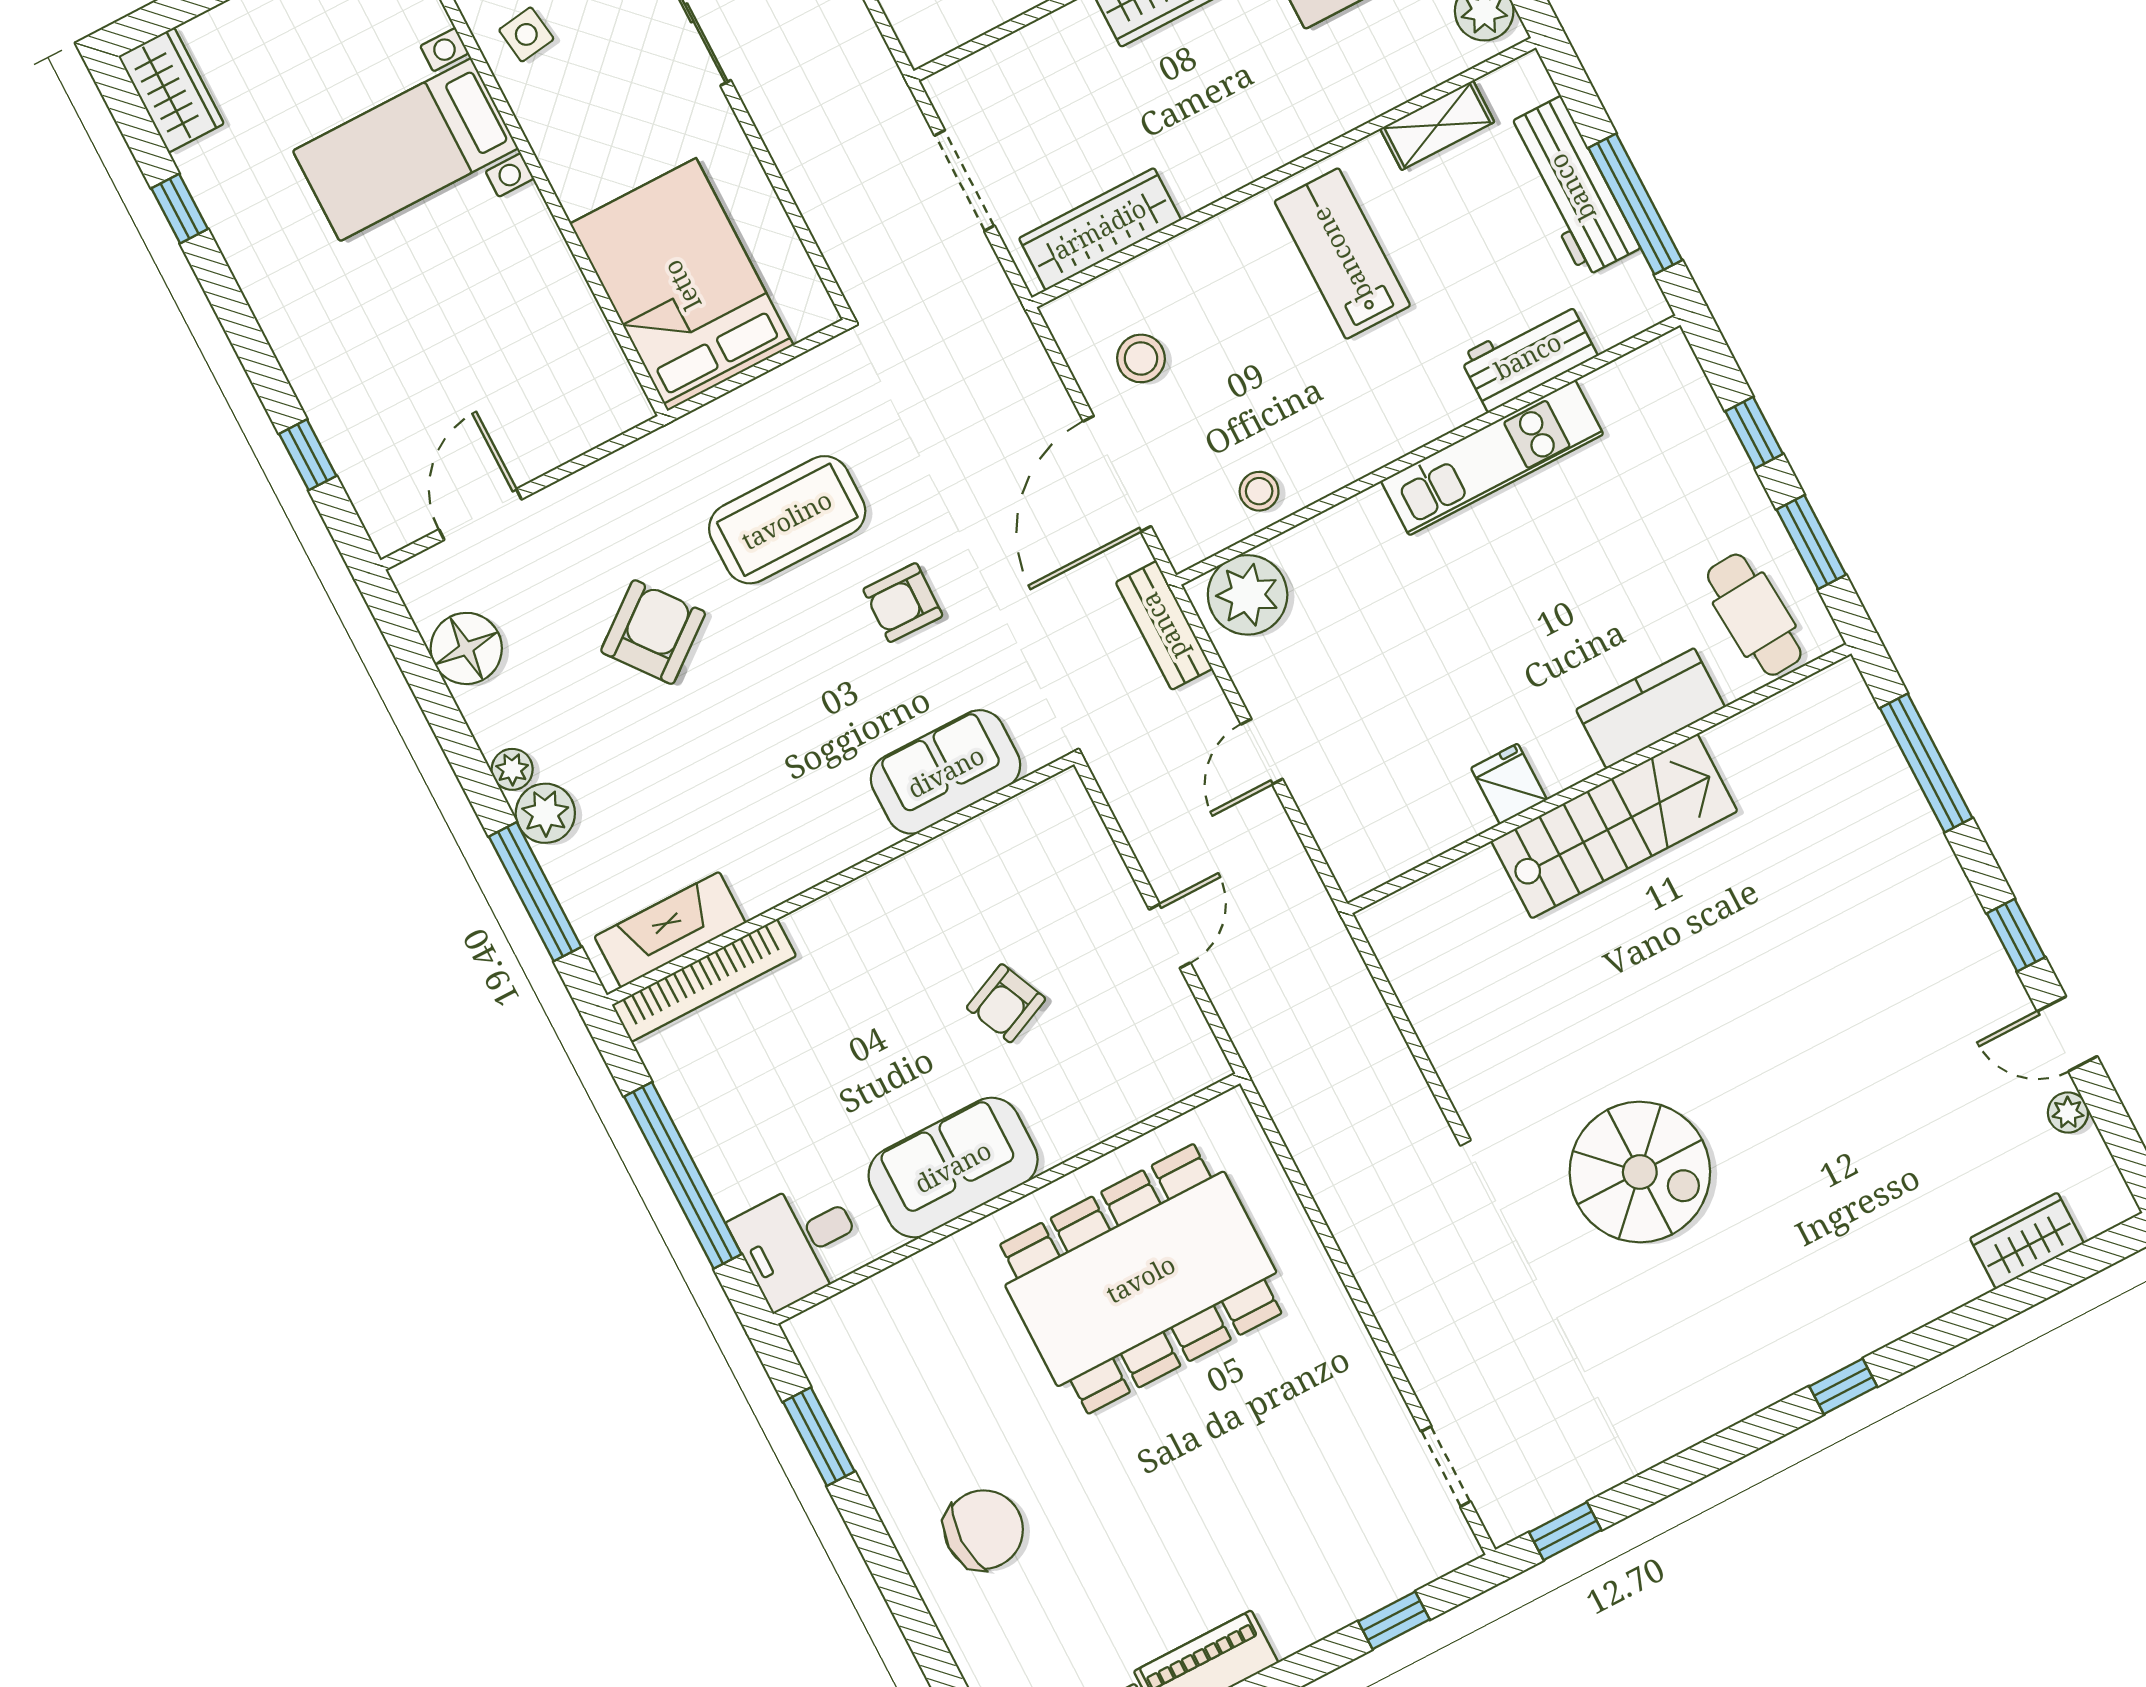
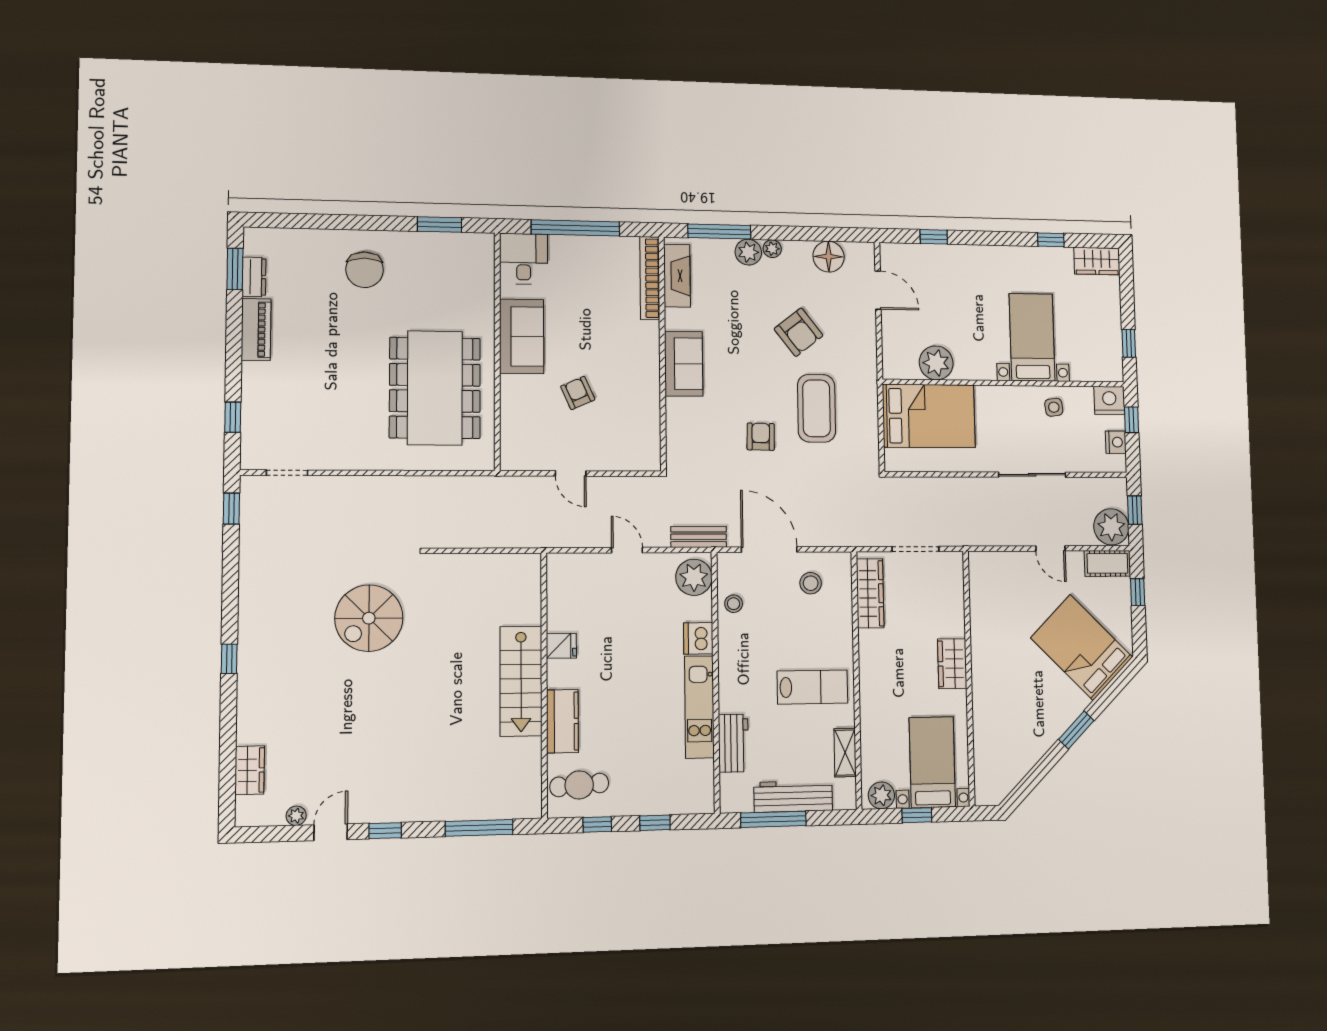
plant: (565, 323) -> (936, 363), added
dishwasher: (1361, 527) -> (698, 638), added
window: (1811, 542) -> (597, 824), width x0.67
sofa: (946, 772) -> (684, 364), moved

